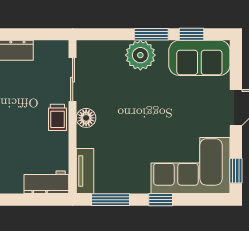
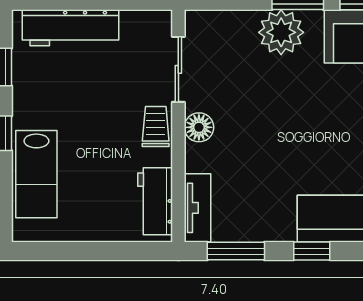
trolley: (57, 117) -> (156, 127), turned 180
workbench: (46, 182) -> (155, 201), moved, turned -90

